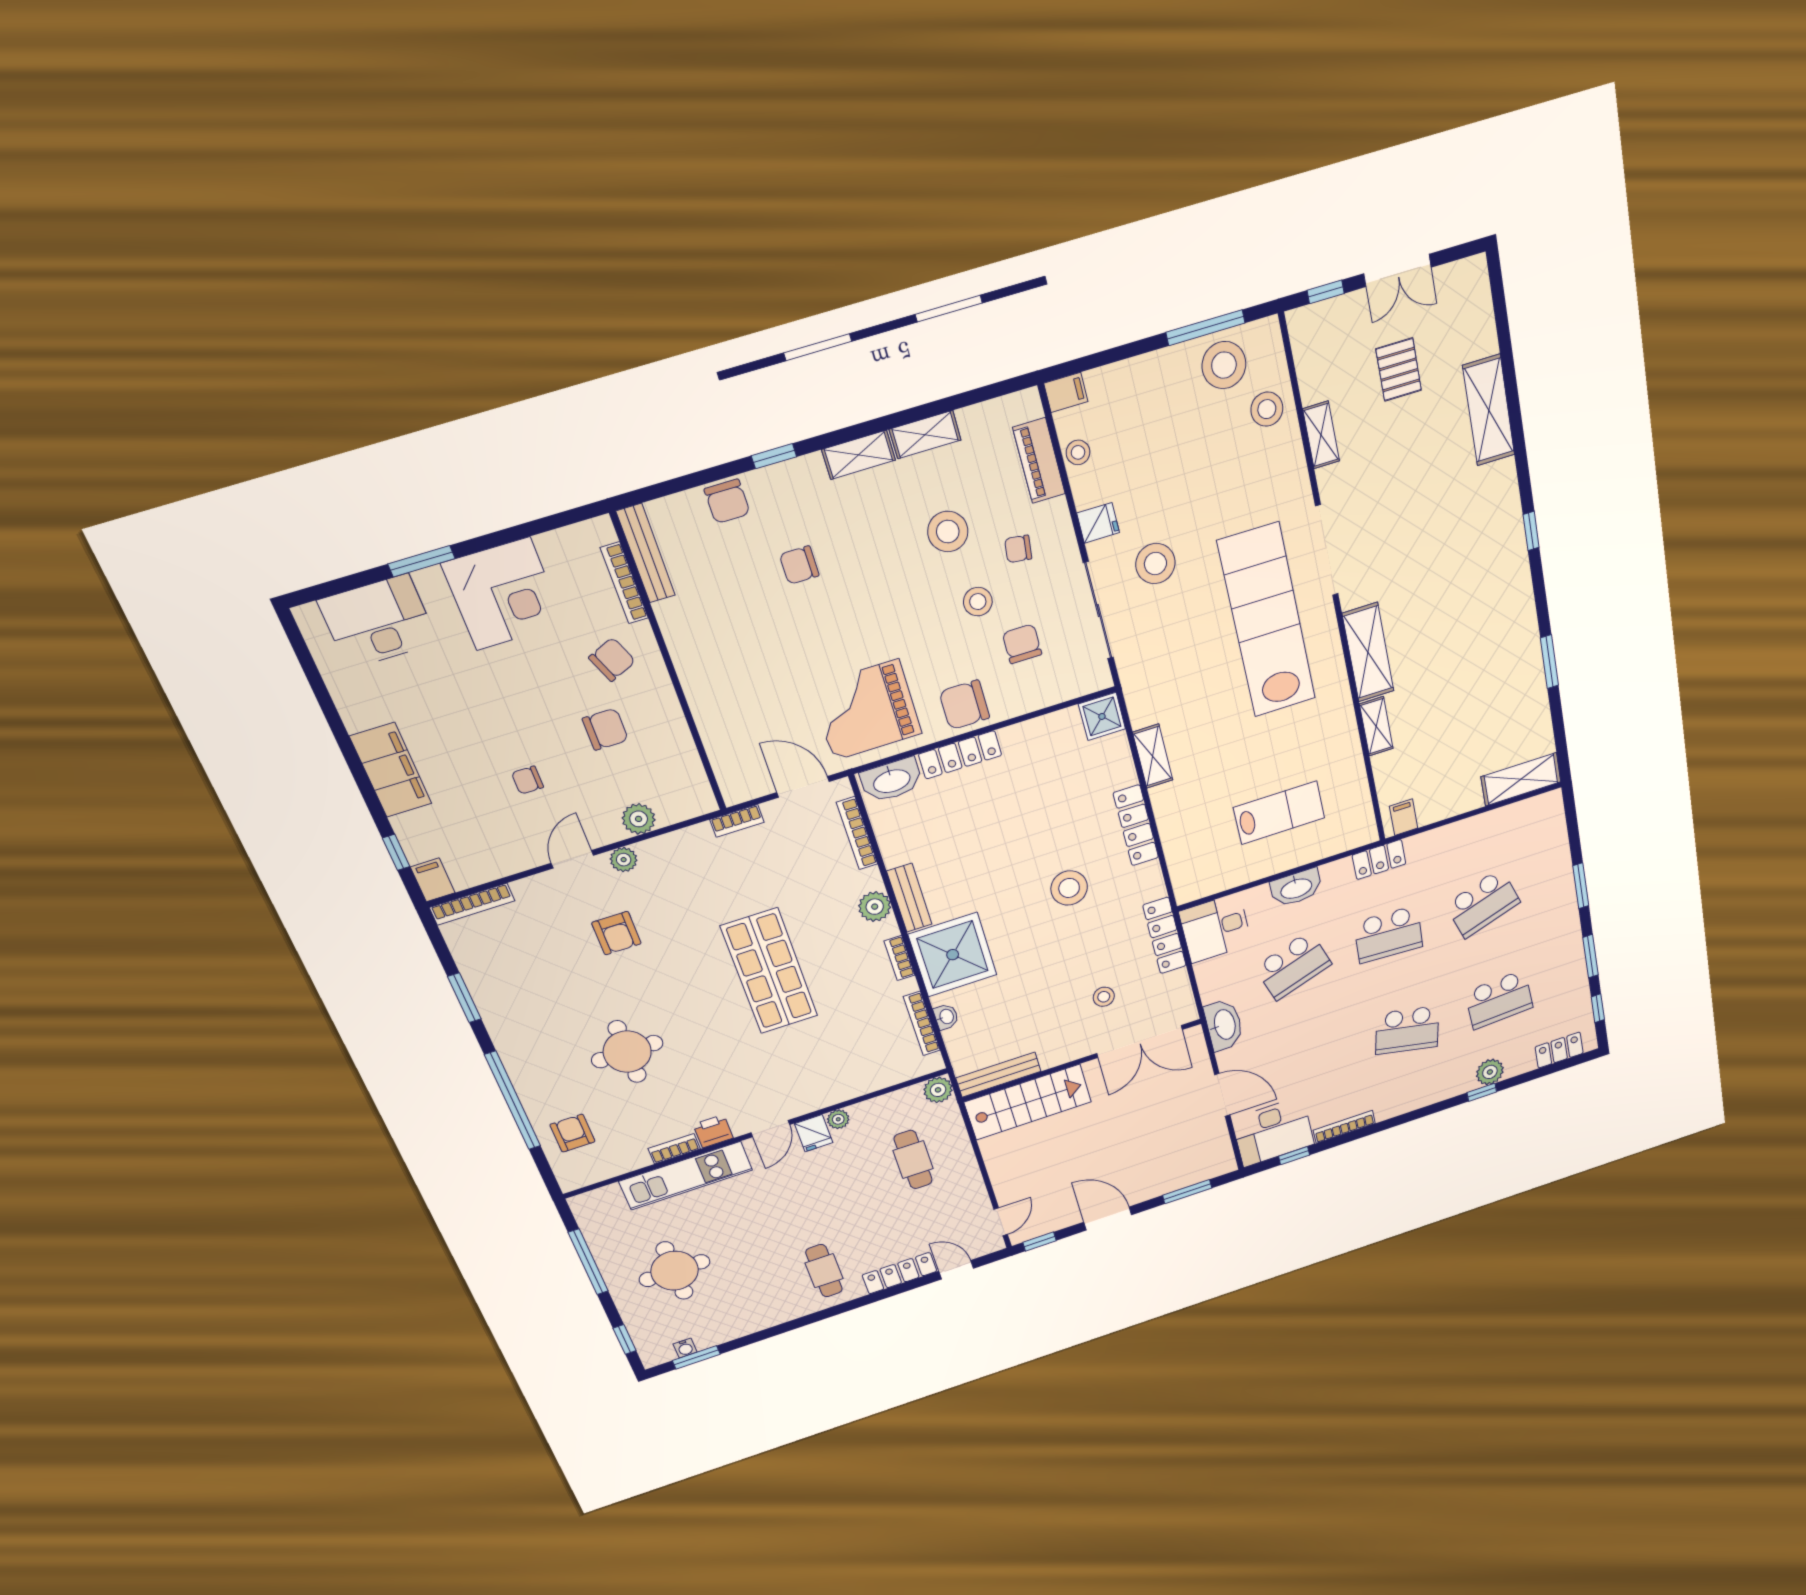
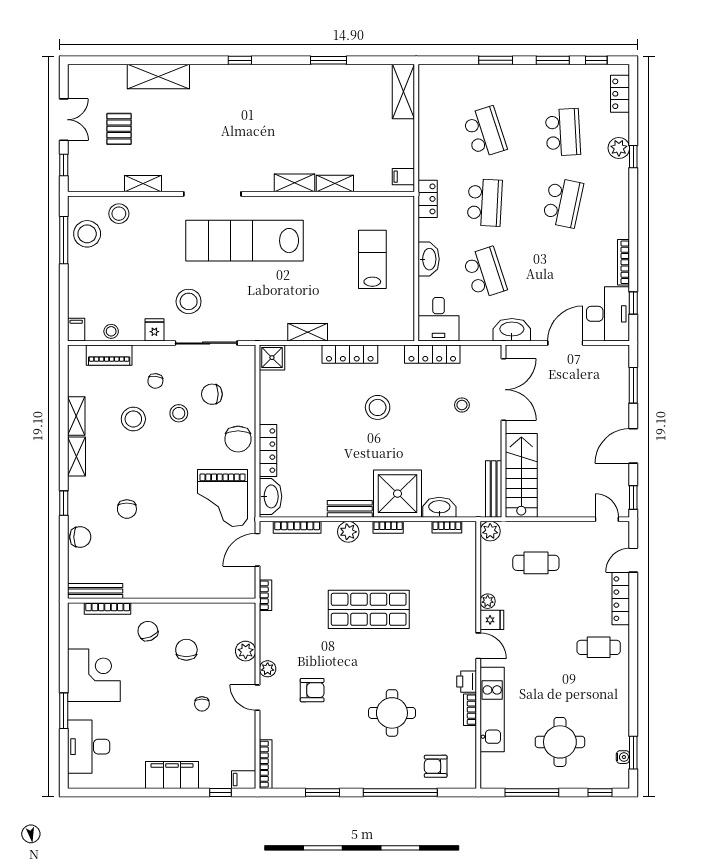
pallet: (1399, 370) -> (119, 129), turned 90
shelving: (1368, 652) -> (295, 183), width x0.67, depth x0.75
washbasin: (946, 1017) -> (439, 507), width x1.91, depth x1.45
bookcase: (922, 1023) -> (447, 527), width x0.64

